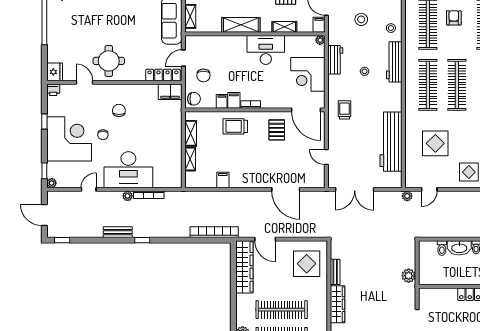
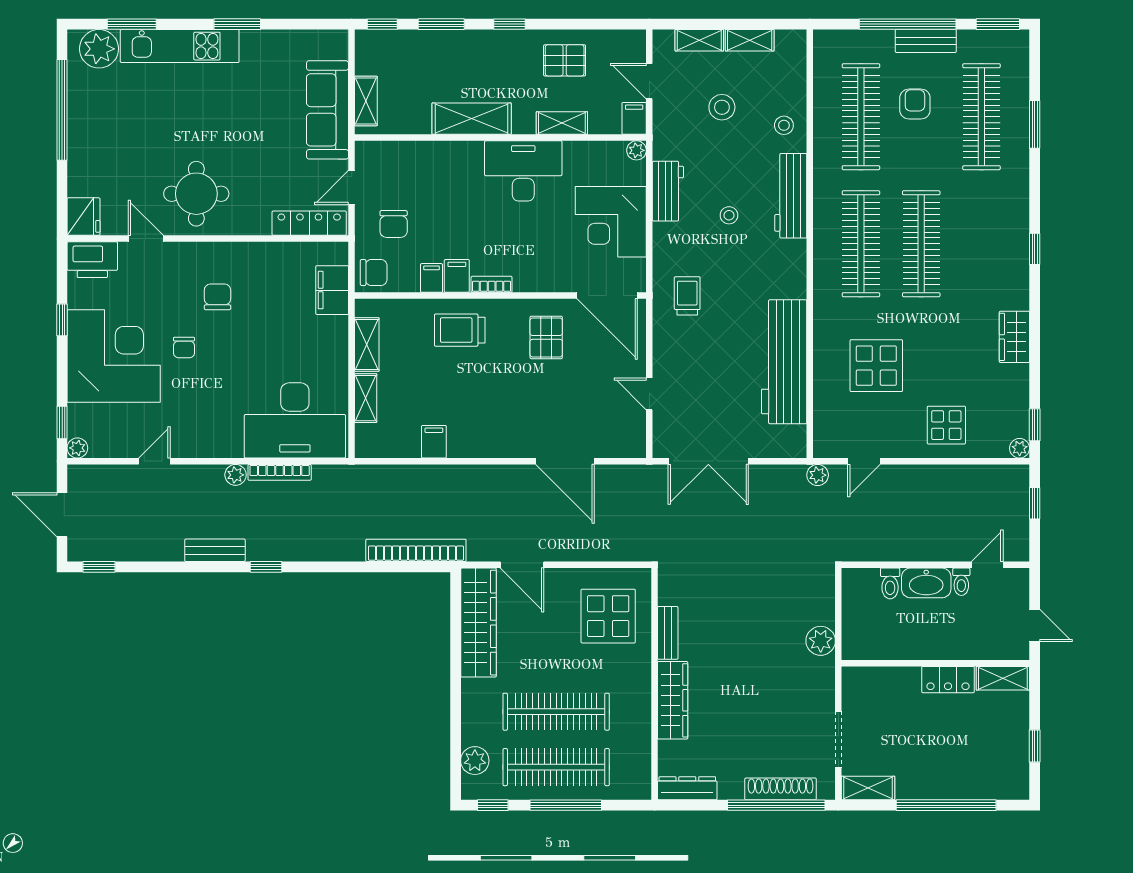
printer: (53, 90) -> (92, 260), width x1.87, depth x1.48
filing cabinet: (170, 92) -> (332, 290), moved, turned 90
desk: (128, 170) -> (295, 420), moved

